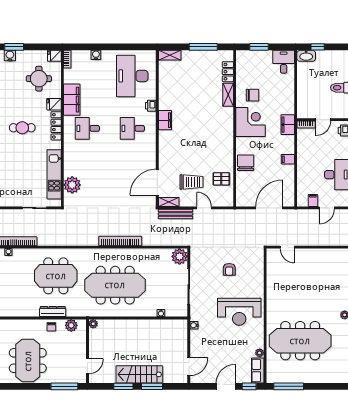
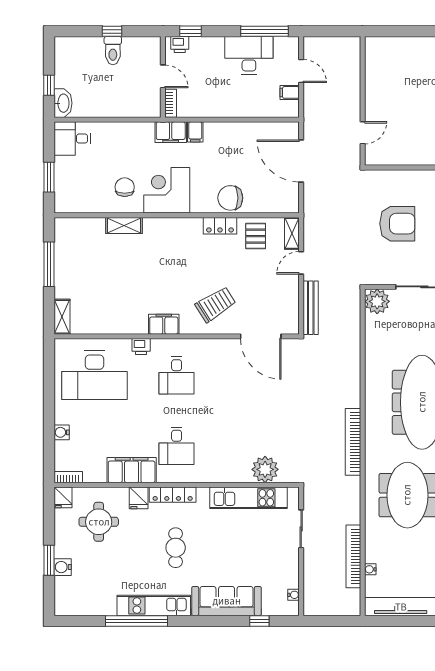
locker: (228, 72) -> (220, 226), moved
filing cabinet: (288, 159) -> (195, 132), moved
trolley: (191, 182) -> (216, 304), moved, turned 58
shelving: (169, 202) -> (292, 233), moved
bookcase: (120, 241) -> (353, 442), moved
armchair: (229, 269) -> (397, 224), width x1.88, depth x1.88

